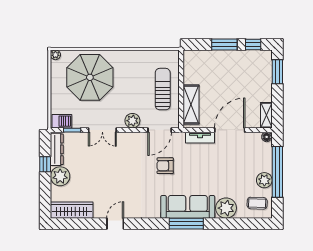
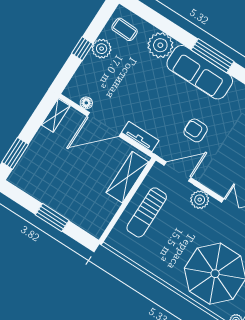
window: (253, 44) -> (22, 198), removed
floor lamp: (267, 137) -> (86, 103), moved
armchair: (165, 166) -> (196, 130), turned 180
window: (277, 172) -> (82, 49), width x0.32

